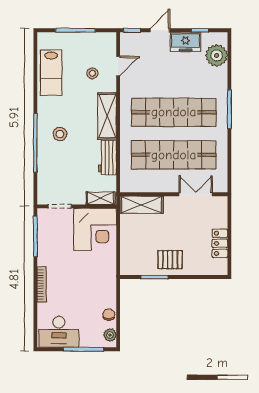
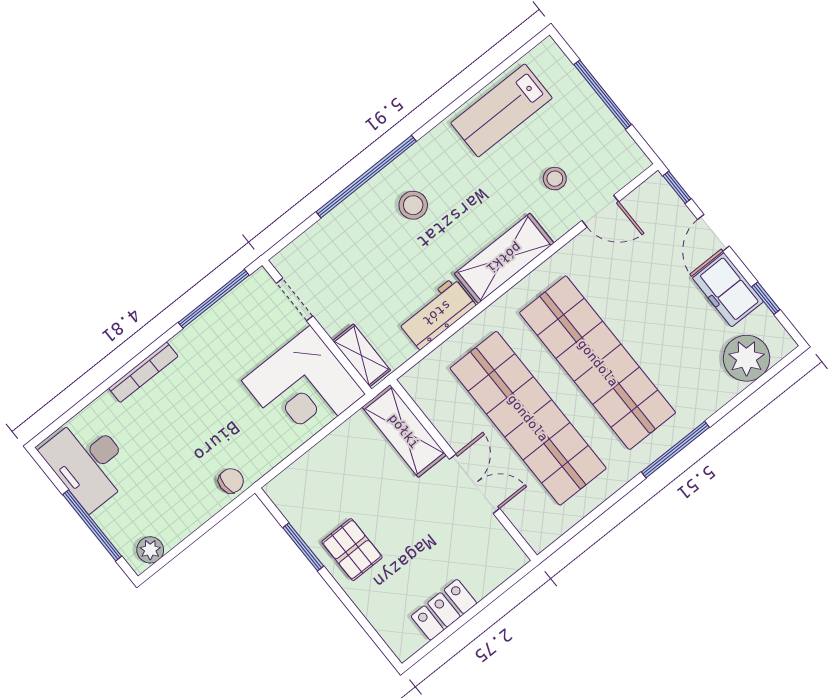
door: (160, 30) -> (713, 233), swing flipped
double door: (196, 194) -> (475, 484), moved
chair: (109, 315) -> (231, 481), moved

